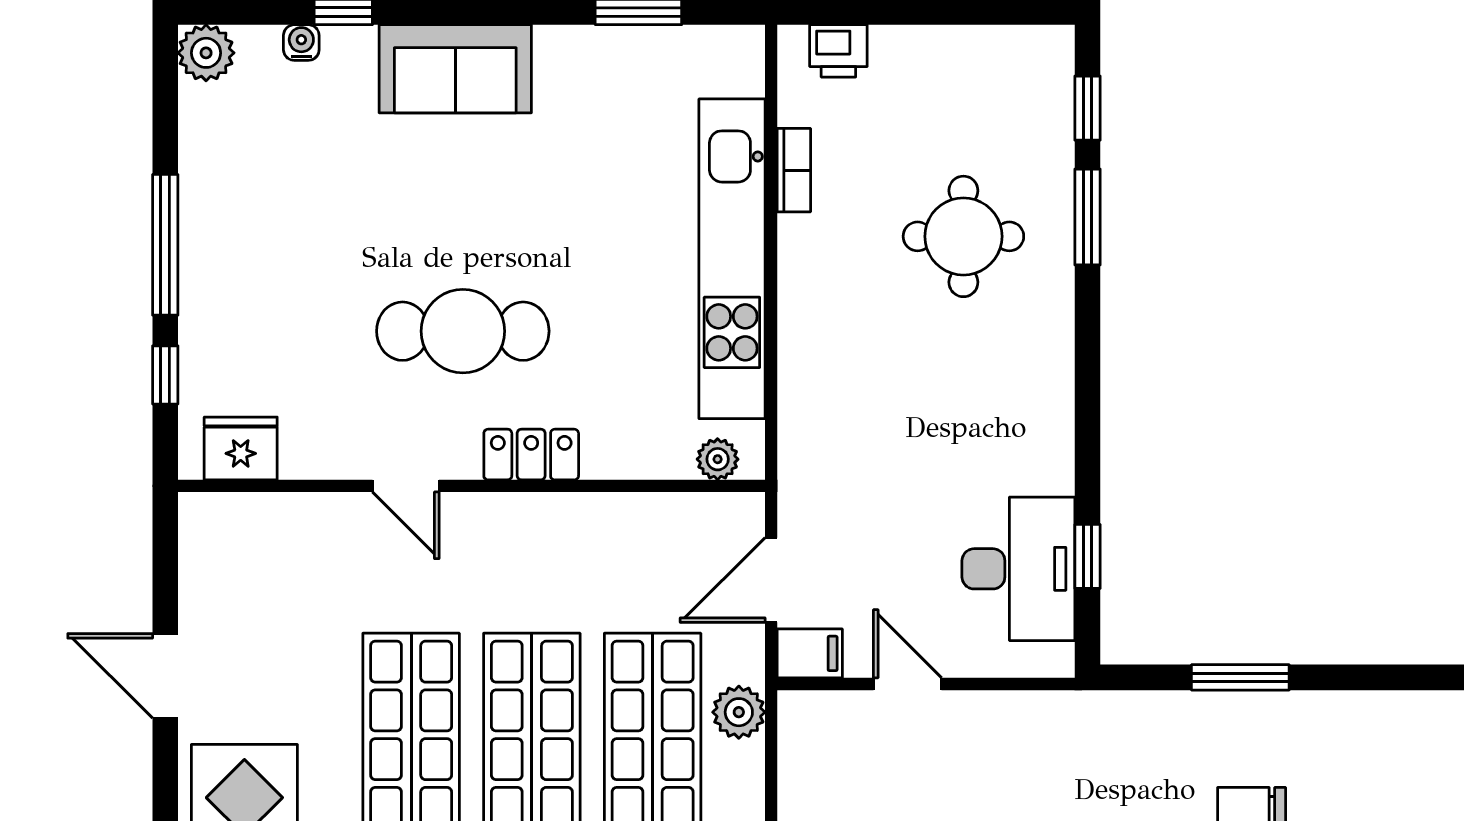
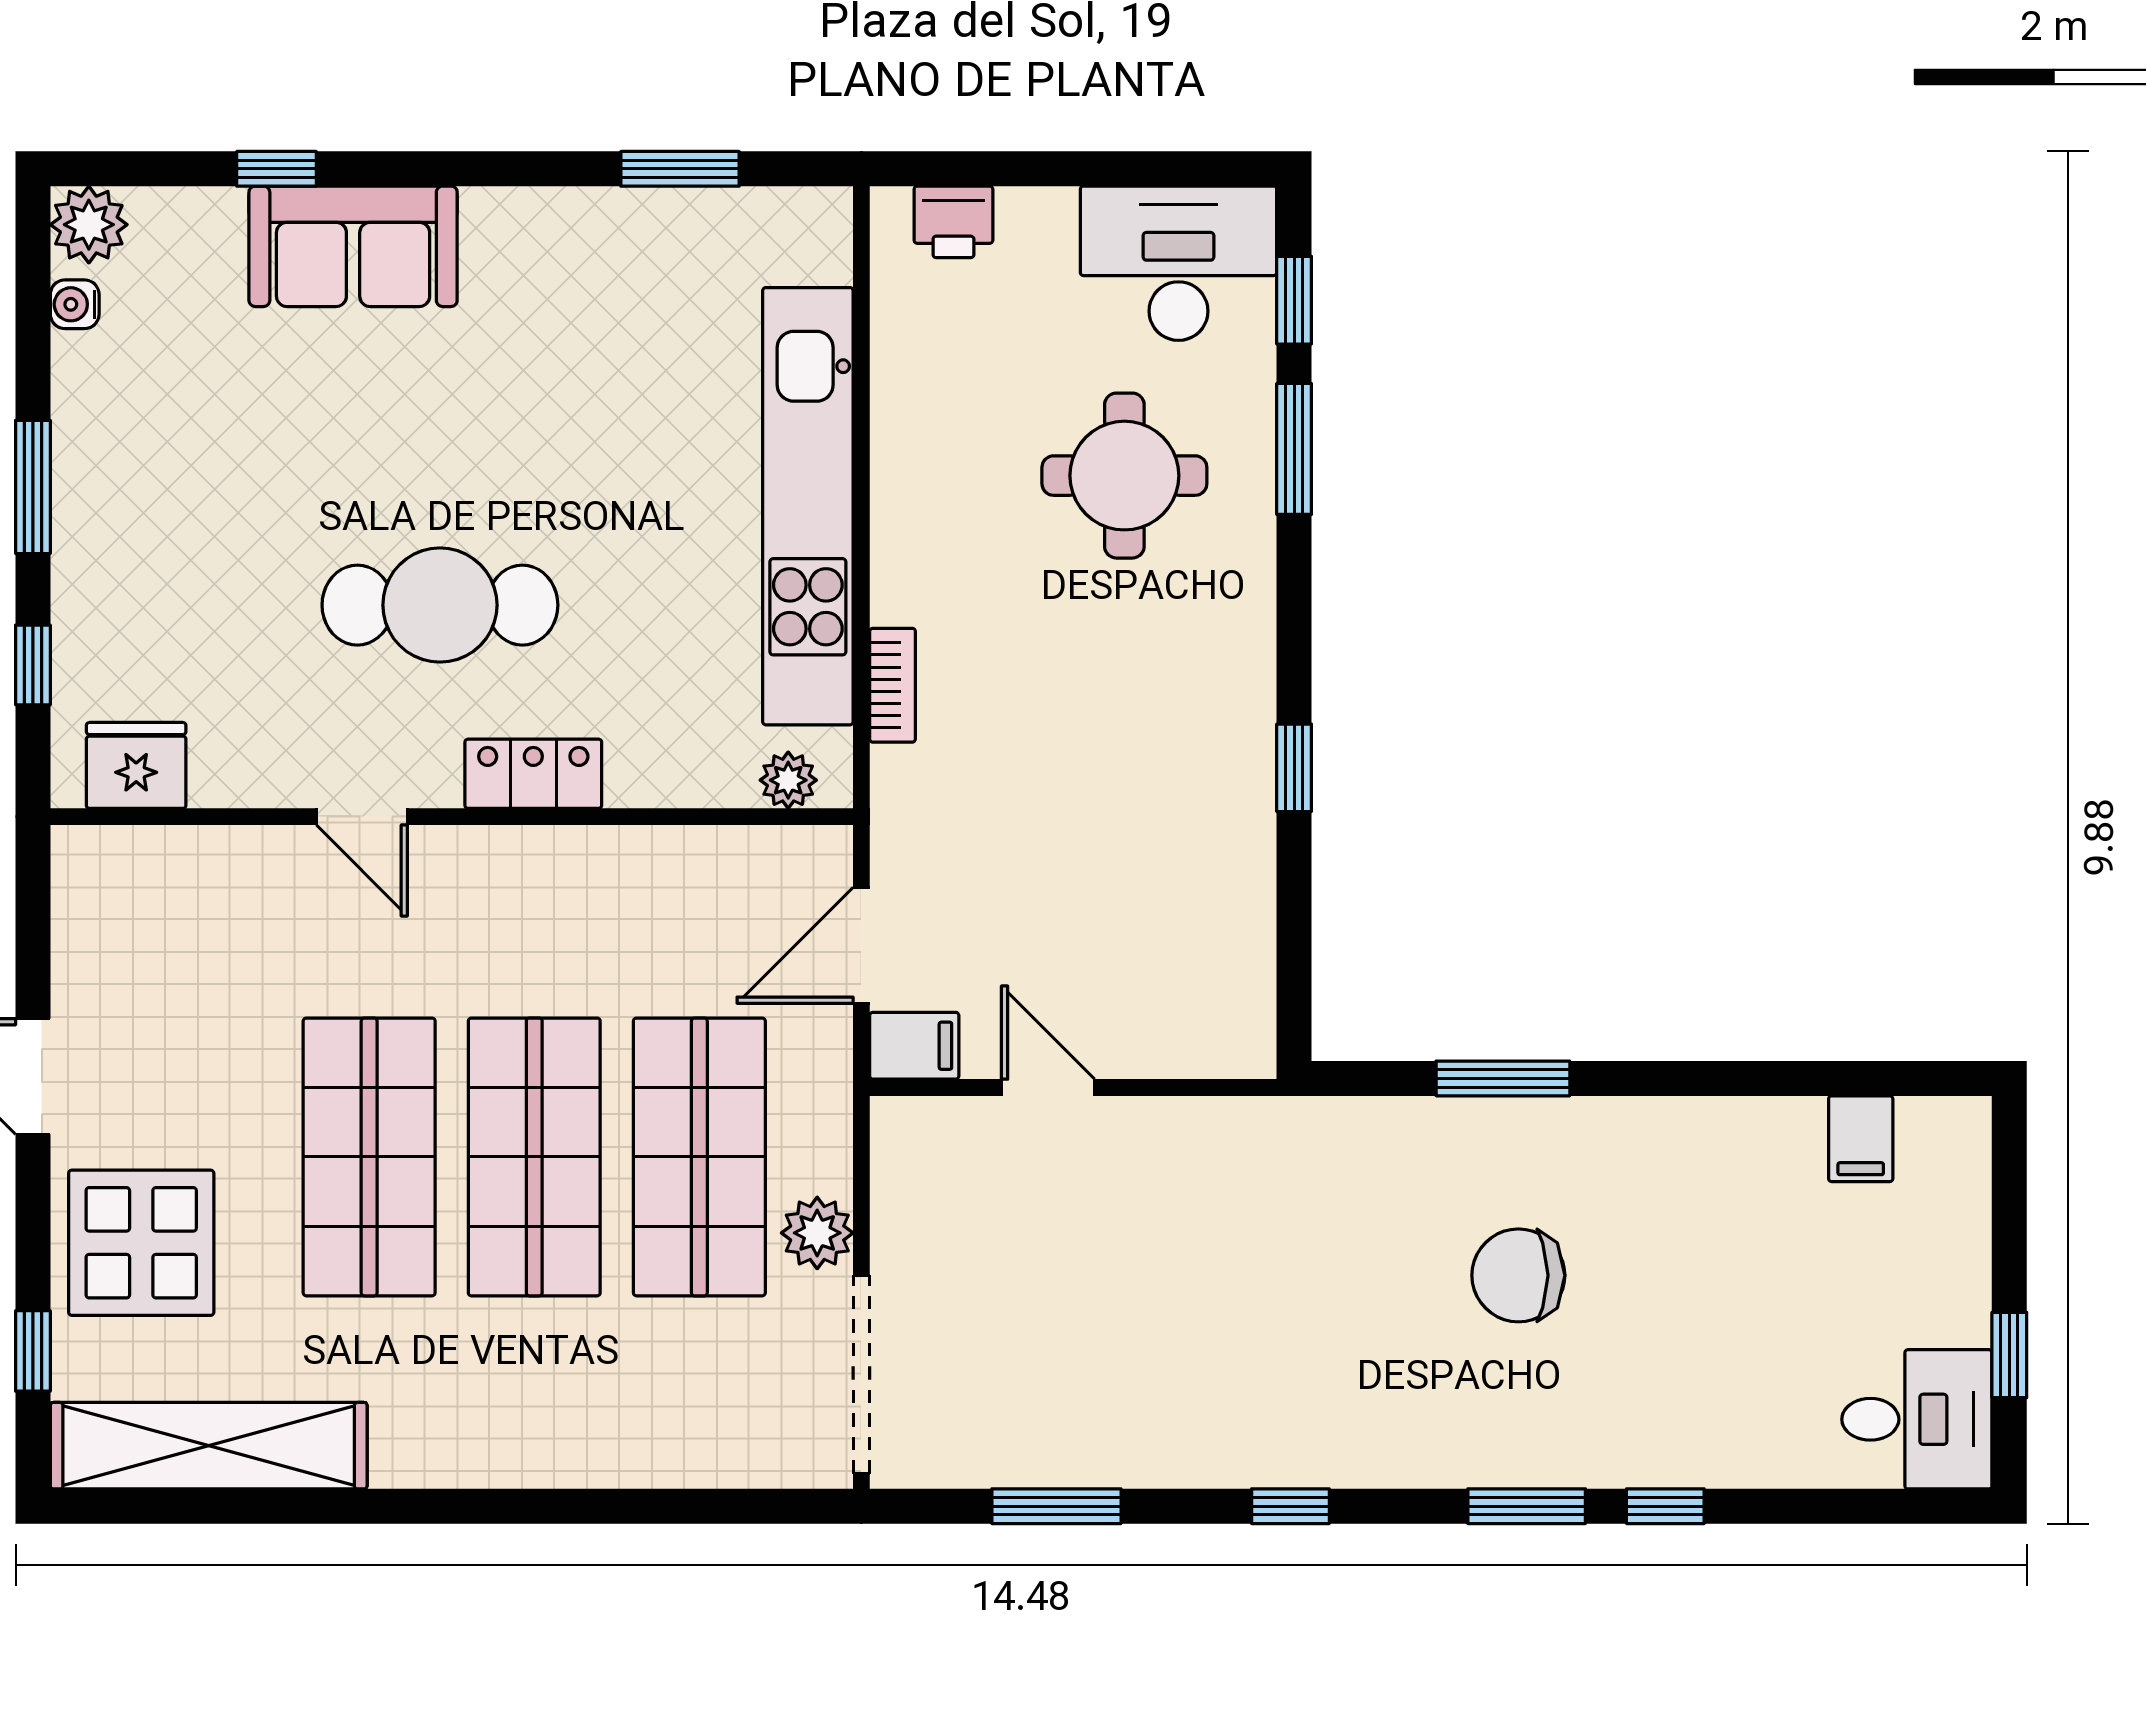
water cooler: (301, 43) -> (75, 304), moved, turned -90
sofa: (455, 69) -> (353, 246), moved
bookcase: (794, 170) -> (893, 685), moved
window: (165, 245) -> (33, 487), width x0.69
window: (1088, 556) -> (1294, 768), moved
desk: (1018, 569) -> (1179, 263), moved, turned -90
plant: (739, 712) -> (817, 1233), moved

